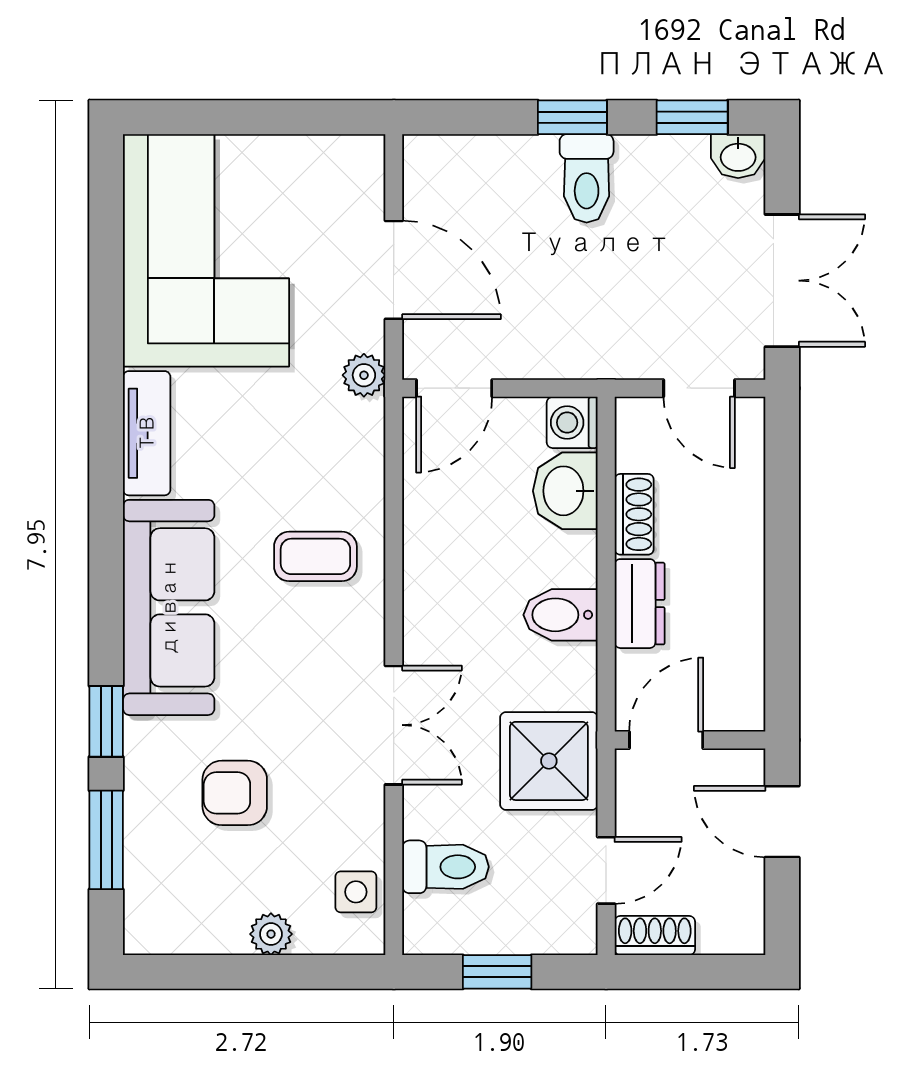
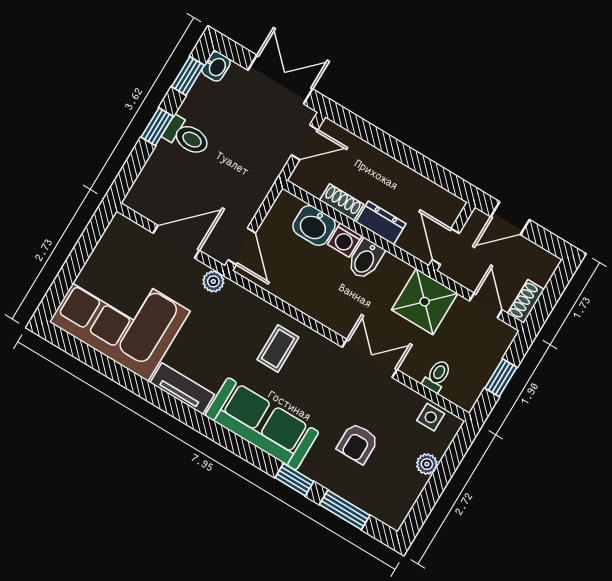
washing machine: (572, 423) -> (345, 240), moved
toilet: (446, 867) -> (437, 376), width x0.73, depth x0.72

